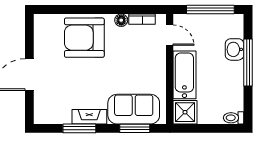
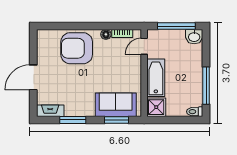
door: (170, 35) -> (144, 46), swing flipped
washbasin: (235, 49) -> (194, 37), moved, turned -90
window: (248, 63) -> (206, 86), moved
fireplace: (89, 117) -> (50, 111), moved

